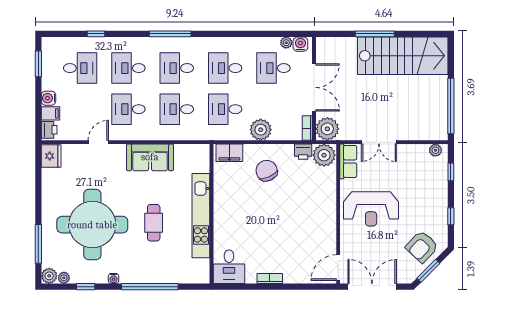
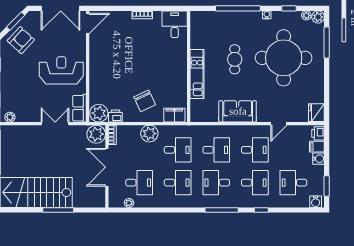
window: (96, 34) -> (261, 210), moved
water cooler: (300, 44) -> (316, 202), moved
desk: (177, 68) -> (216, 183), turned 180
kitchen unit: (201, 216) -> (197, 74), width x0.73

